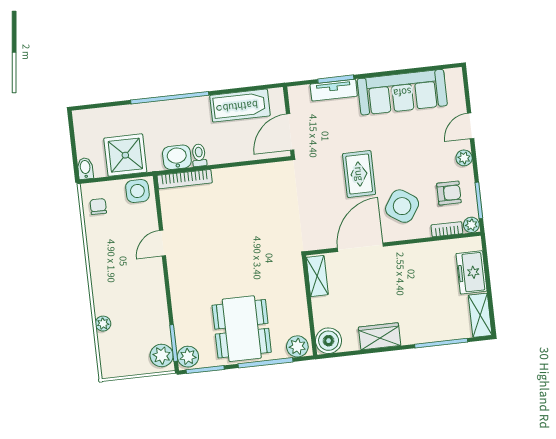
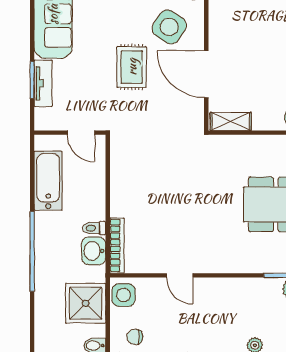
door: (290, 132) -> (81, 133), width x0.73
rug: (359, 174) -> (132, 67), turned 90

